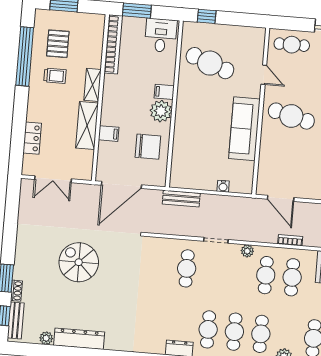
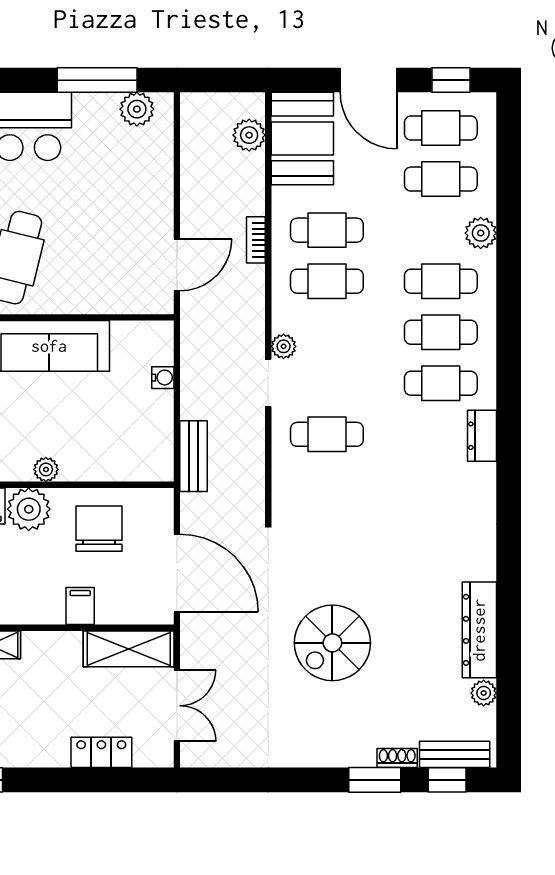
plant: (181, 122) -> (46, 469), added
shelving: (87, 125) -> (129, 649), moved
plant: (247, 251) -> (284, 346), moved

